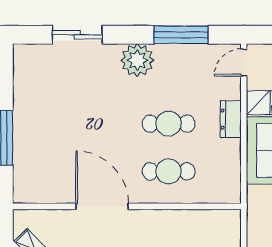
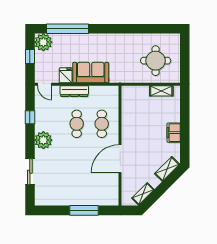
window: (181, 35) -> (30, 117), width x0.46
dresser: (231, 119) -> (74, 91), width x1.44

